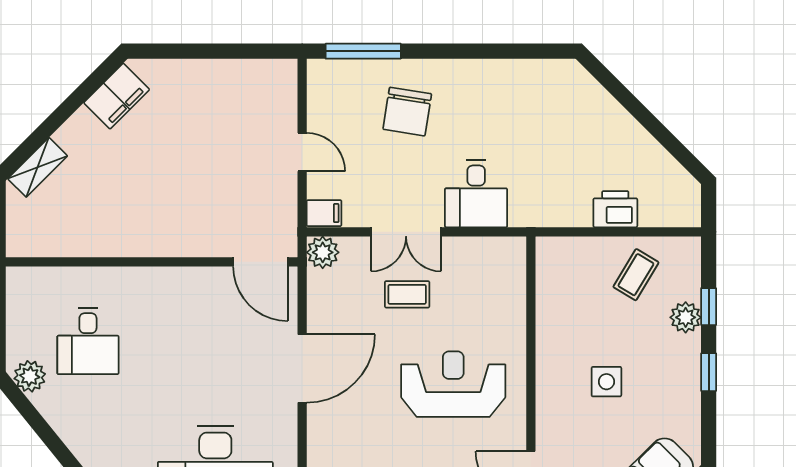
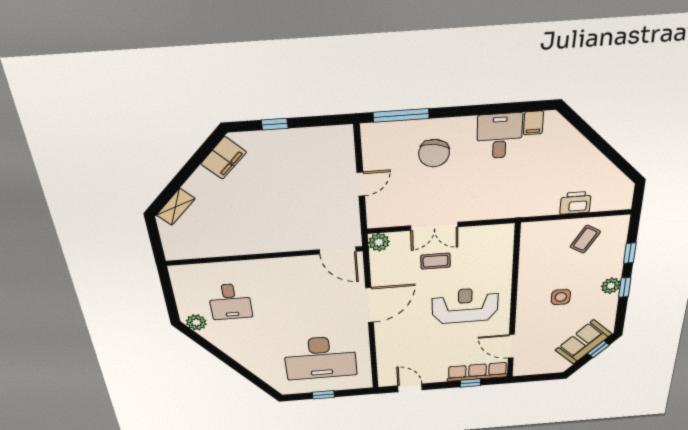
window: (192, 51) -> (275, 124), added
door: (302, 152) -> (361, 184), hinge flipped
desk: (476, 194) -> (500, 136), moved, turned 180
filing cabinet: (324, 213) -> (533, 123), moved, turned 90
plant: (686, 317) -> (611, 286), moved

